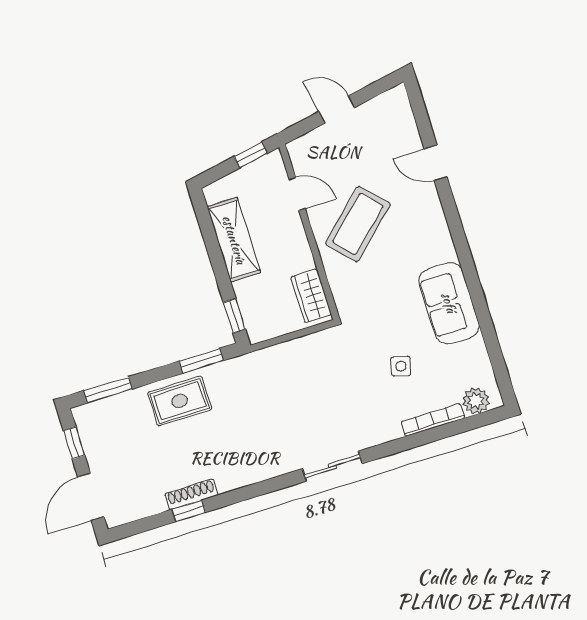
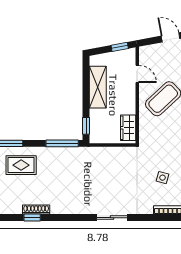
window: (201, 361) -> (62, 143), width x1.44
rug: (180, 401) -> (21, 165), moved

